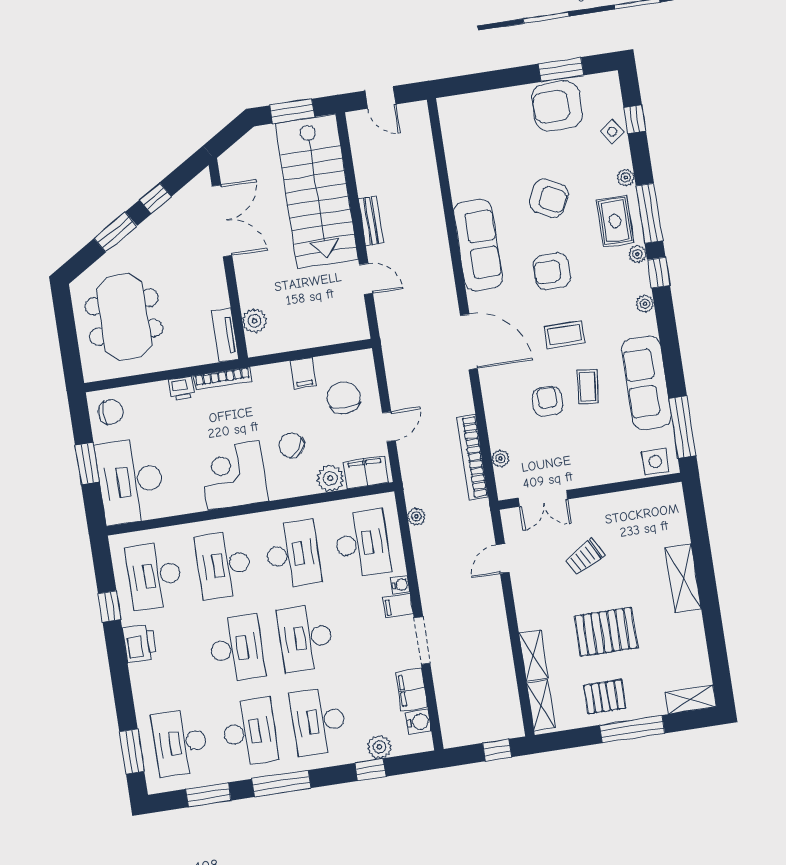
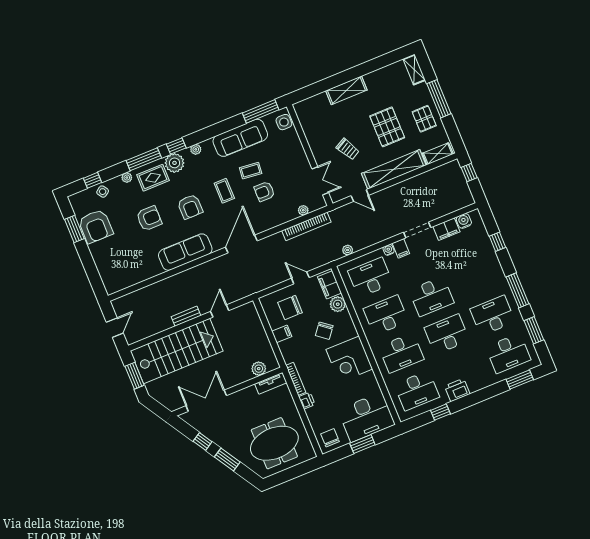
armchair: (549, 198) -> (149, 218), turned 63
plant: (637, 254) -> (175, 163), width x1.87, depth x1.87
shelving: (533, 655) -> (394, 169), width x2.20, depth x1.33
desk: (319, 721) -> (477, 278), removed
plant: (379, 747) -> (483, 240), removed

